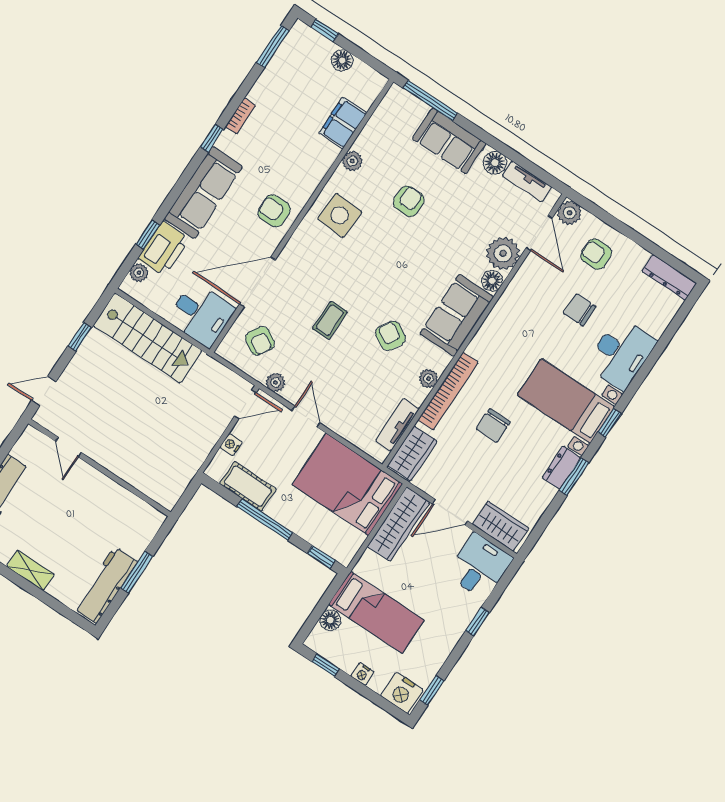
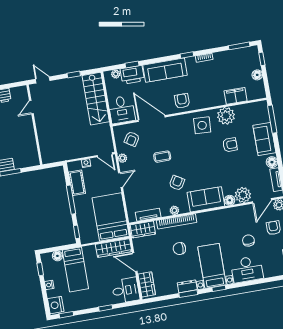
plant: (352, 161) -> (226, 116), width x1.87, depth x1.87

